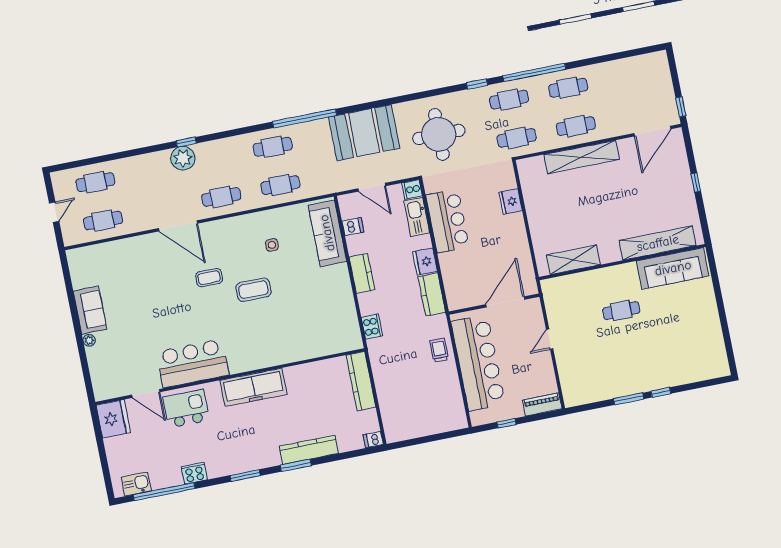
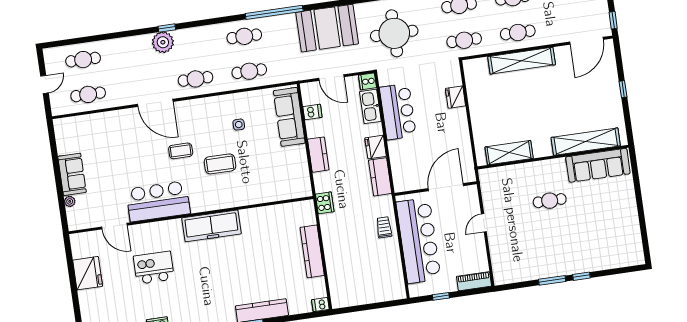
bar counter: (193, 363) -> (158, 201), moved
wall: (230, 377) -> (191, 215), moved
freezer: (253, 387) -> (212, 226), moved
door: (146, 393) -> (114, 226), moved

